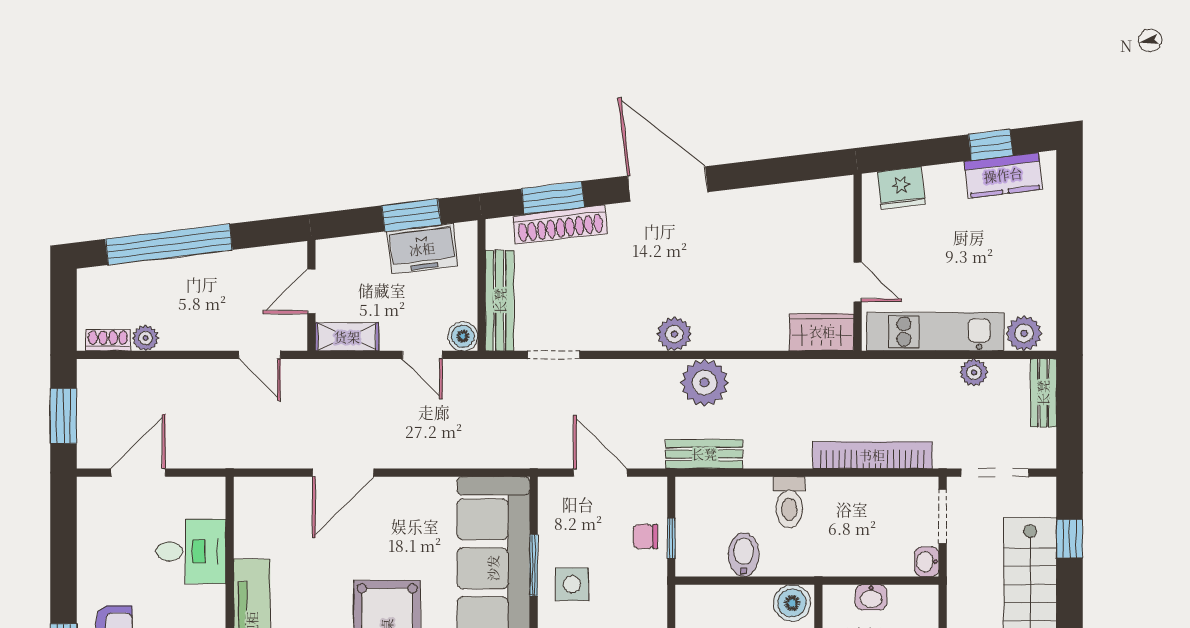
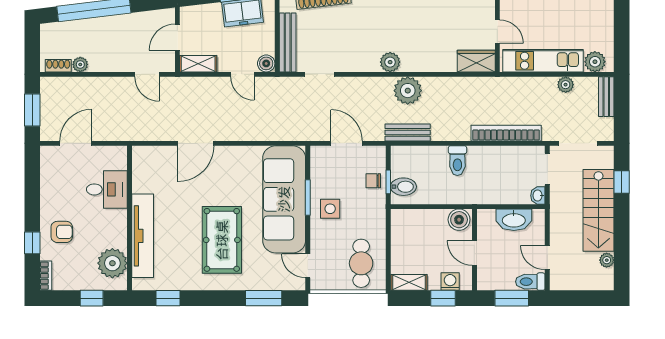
bidet: (744, 555) -> (403, 187), moved, turned 90
washbasin: (871, 597) -> (514, 220), width x1.91, depth x1.45

